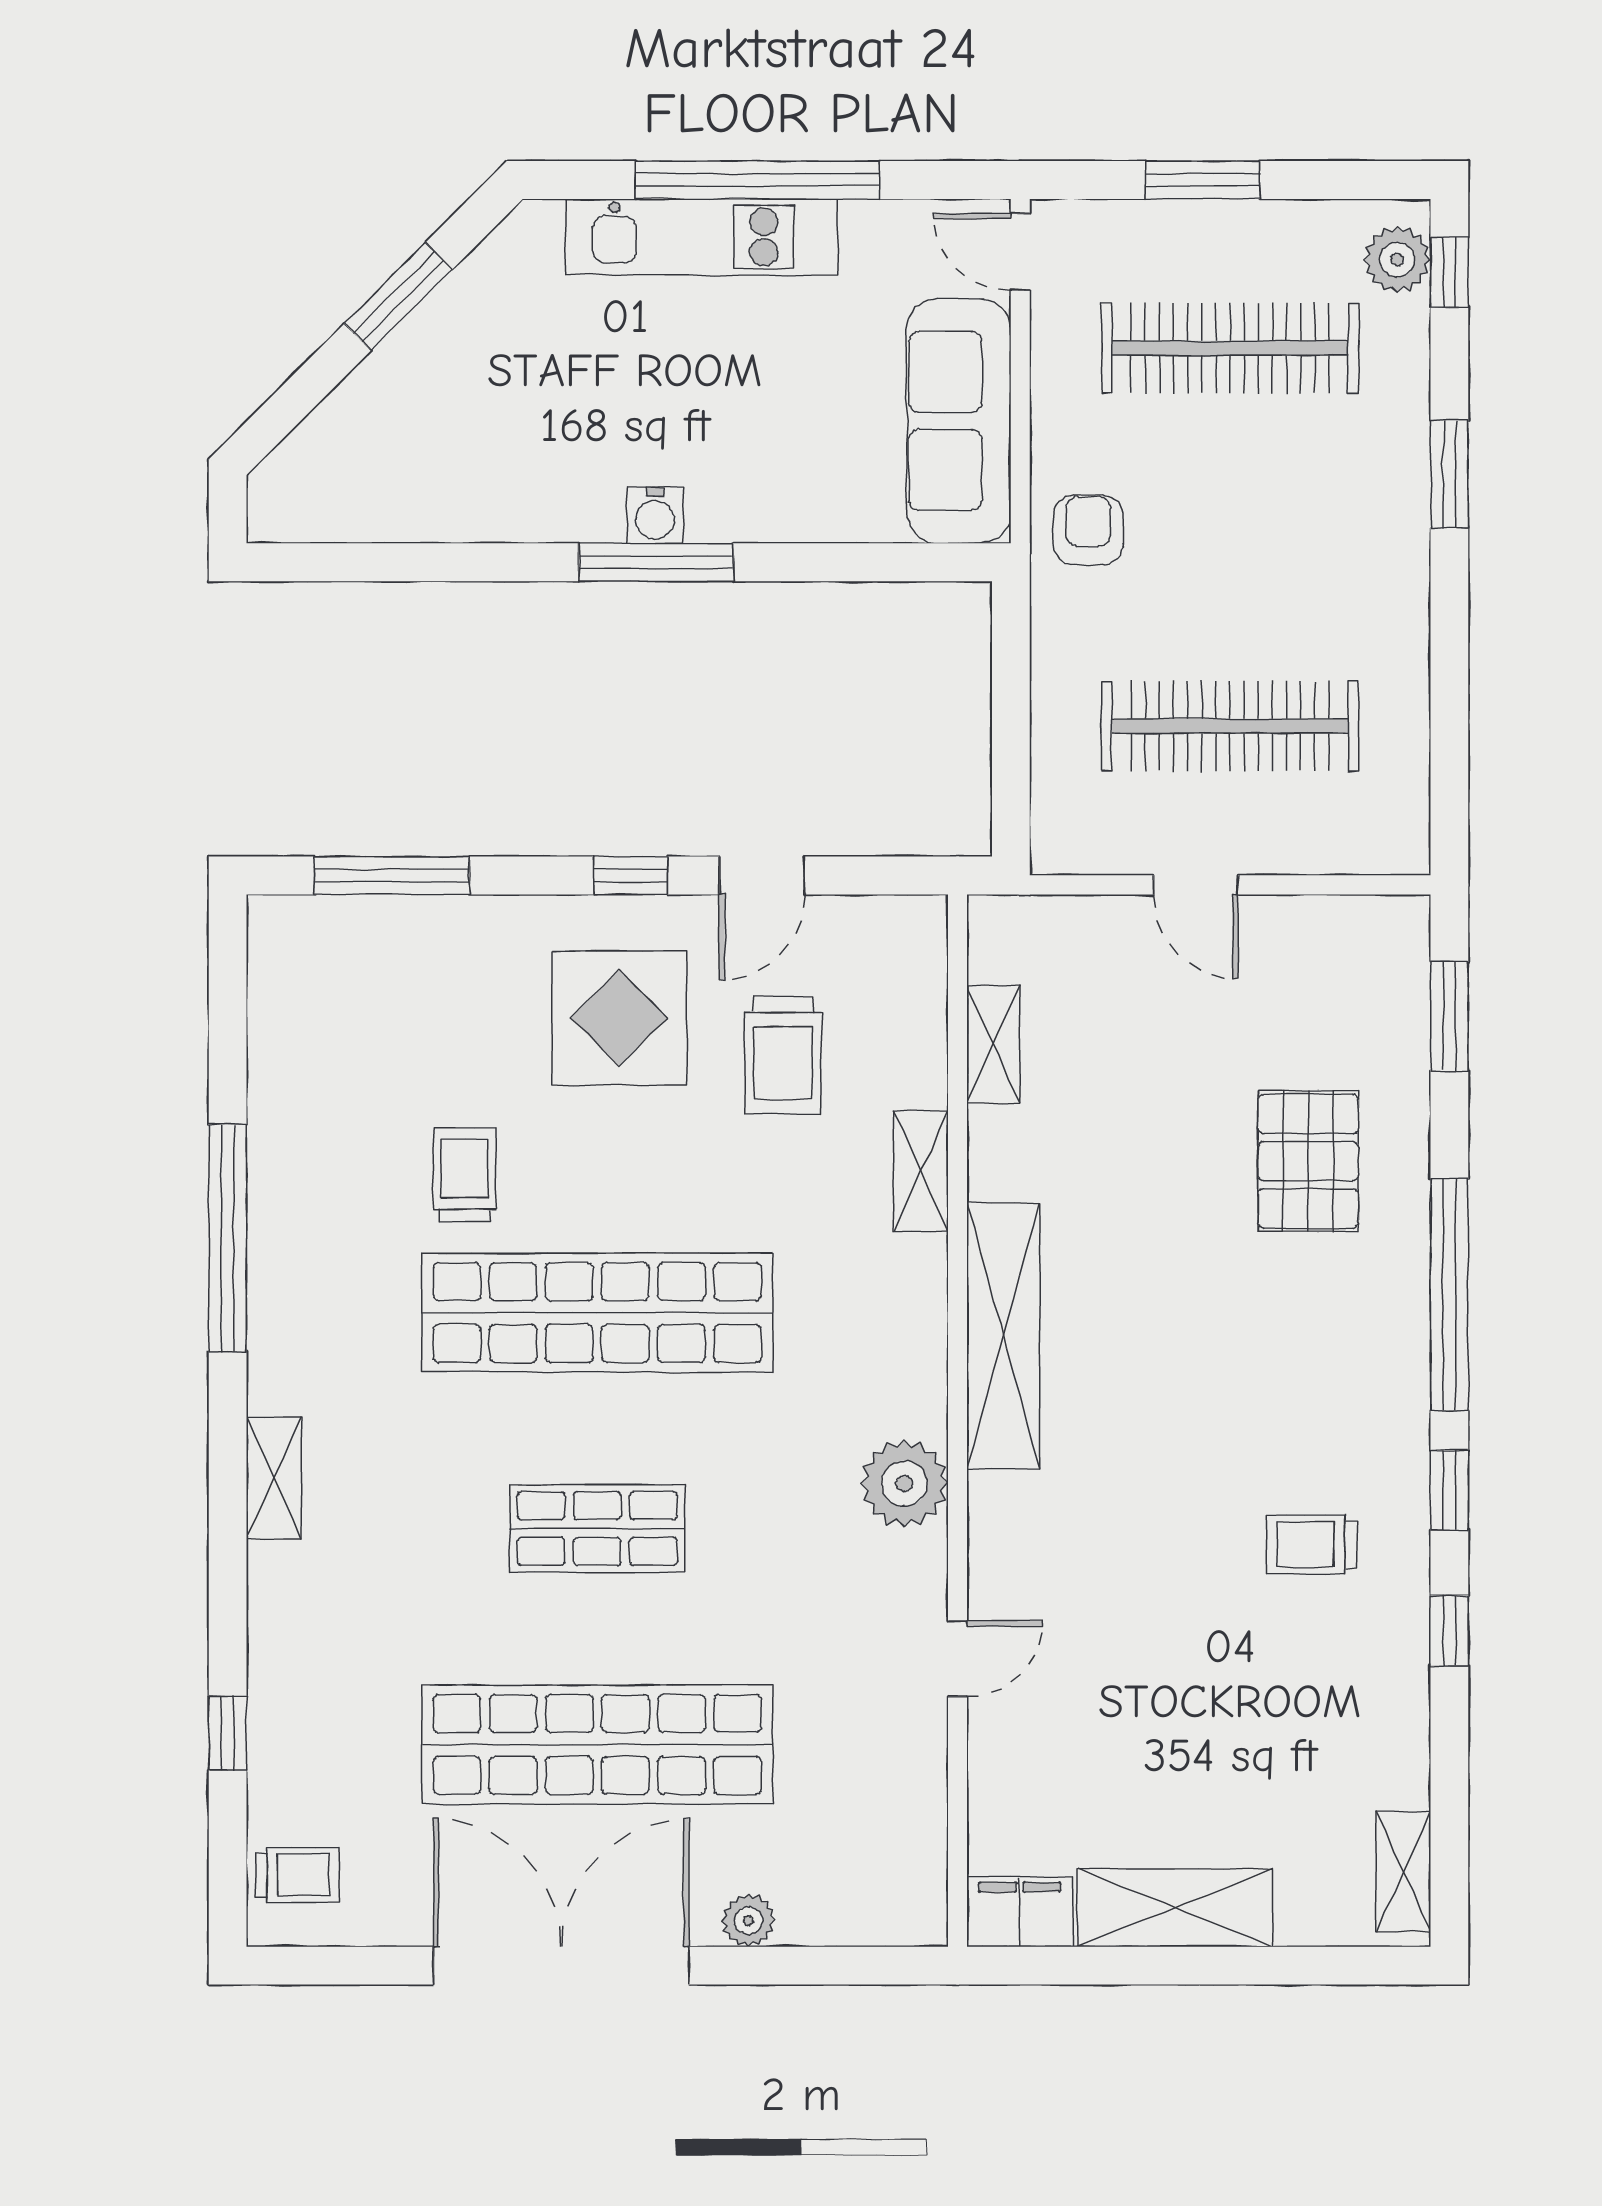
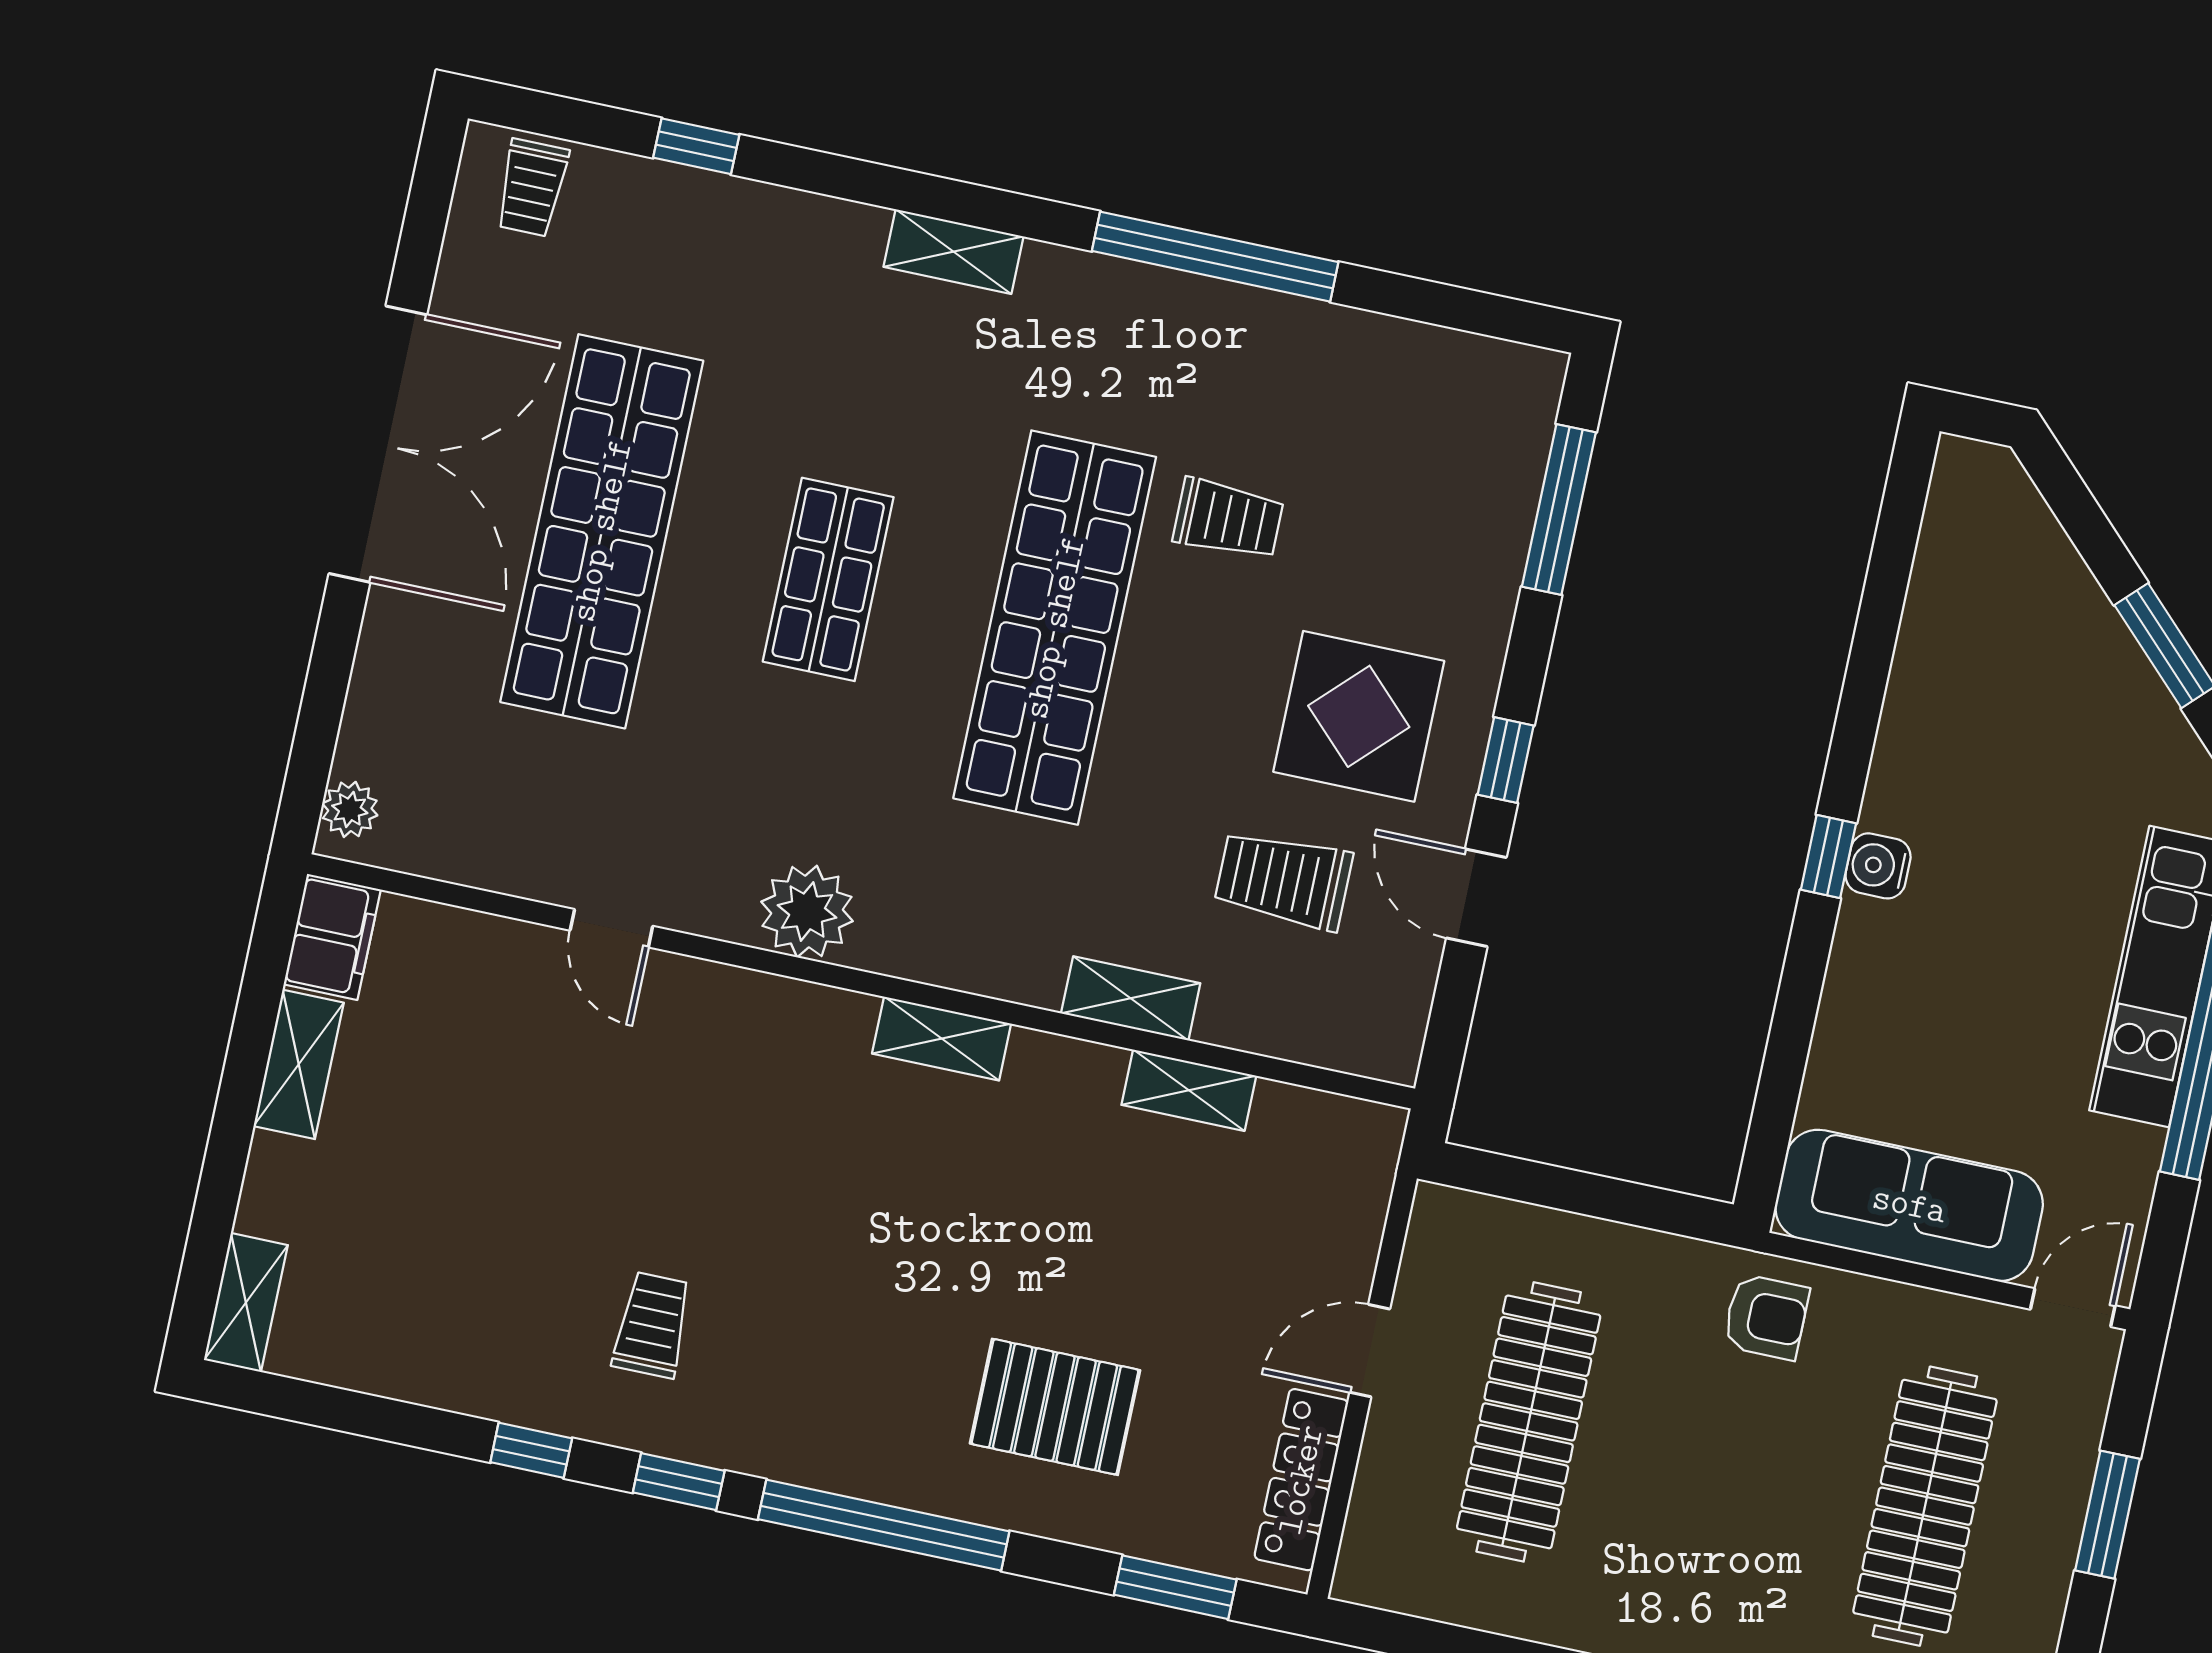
window: (656, 562) -> (1828, 857), width x0.46
locker: (1327, 922) -> (1301, 1480), added
shelving: (993, 1044) -> (1189, 1090), moved
shelving: (1003, 1336) -> (942, 1039), width x0.45, depth x0.75
shelving: (1403, 1871) -> (246, 1303), moved, turned 90
shelving: (1175, 1908) -> (299, 1064), width x0.67, depth x0.75
plant: (749, 1920) -> (350, 809), moved

